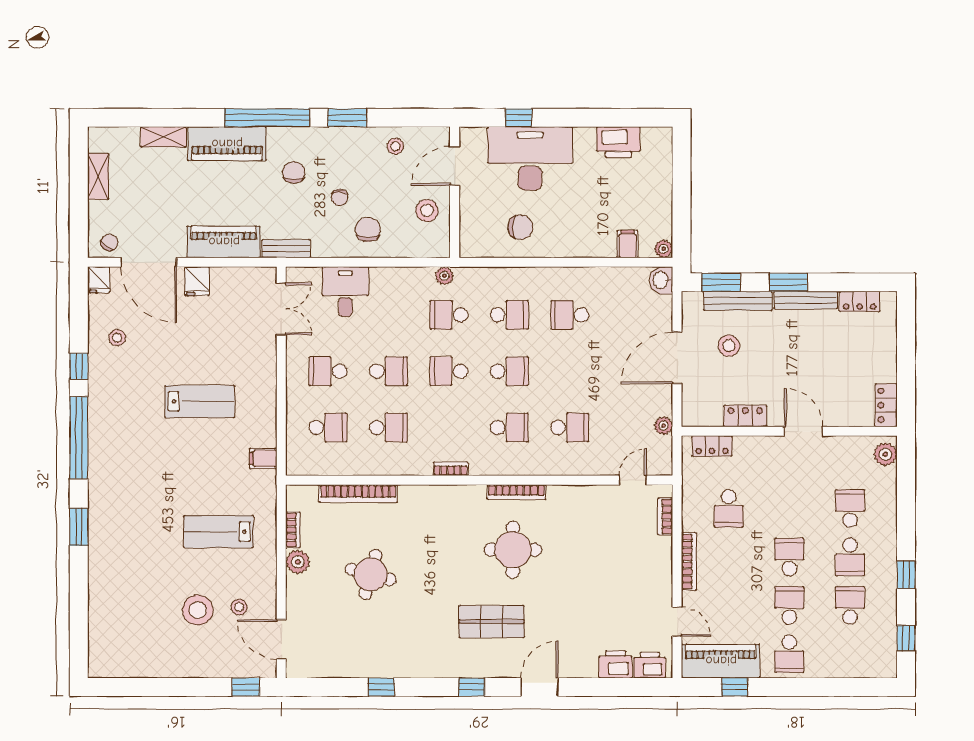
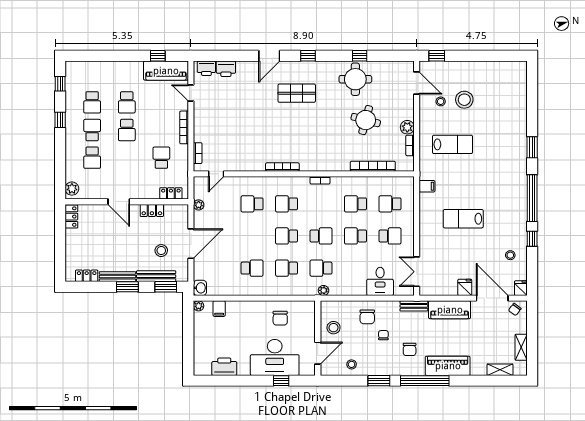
shelving: (163, 137) -> (500, 370), moved
chair: (520, 227) -> (280, 318), turned -90
school desk: (449, 315) -> (321, 268), turned 180
round table: (513, 550) -> (355, 79), moved
school desk: (789, 654) -> (127, 75), removed

